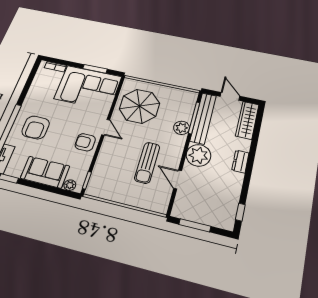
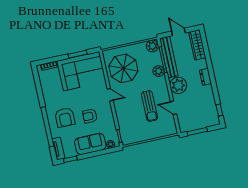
plant: (189, 98) -> (152, 46), added
armchair: (85, 142) -> (90, 116), moved

